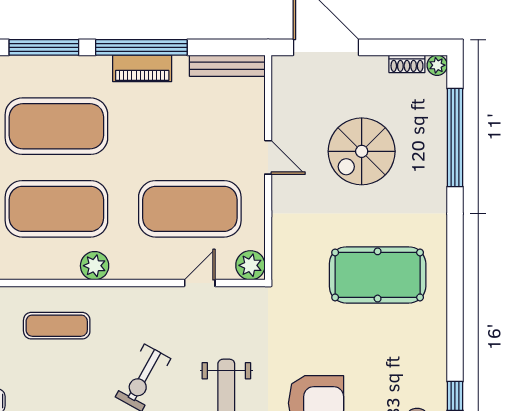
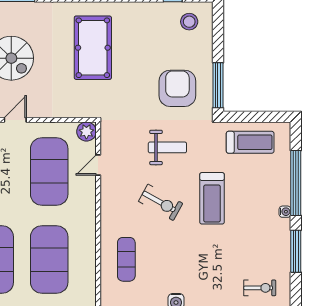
plant: (95, 266) -> (87, 234), removed
door: (200, 283) -> (98, 165), hinge flipped

